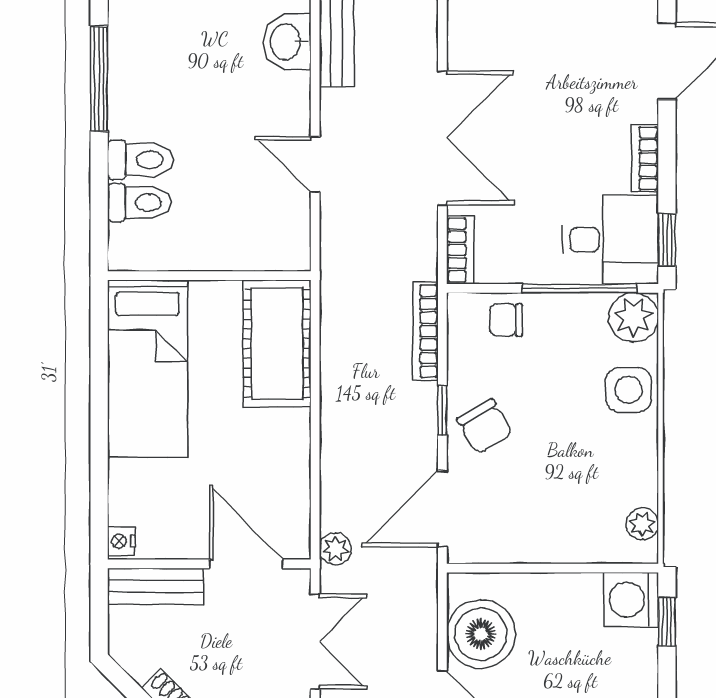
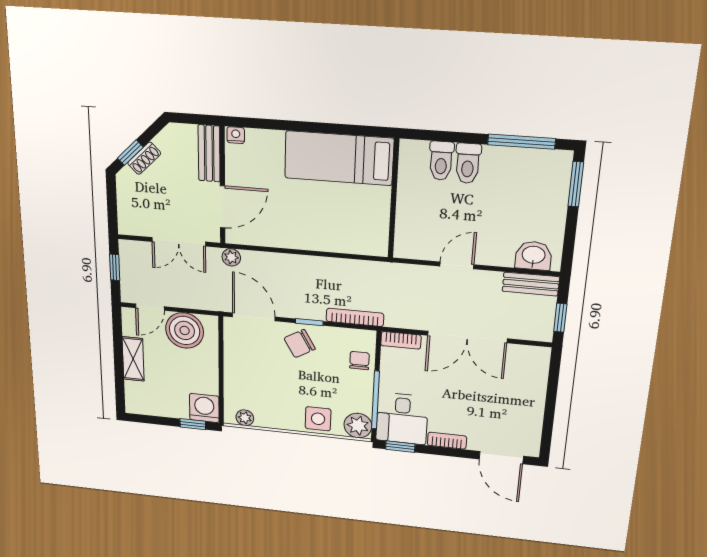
cot: (277, 344) -> (351, 235), removed

